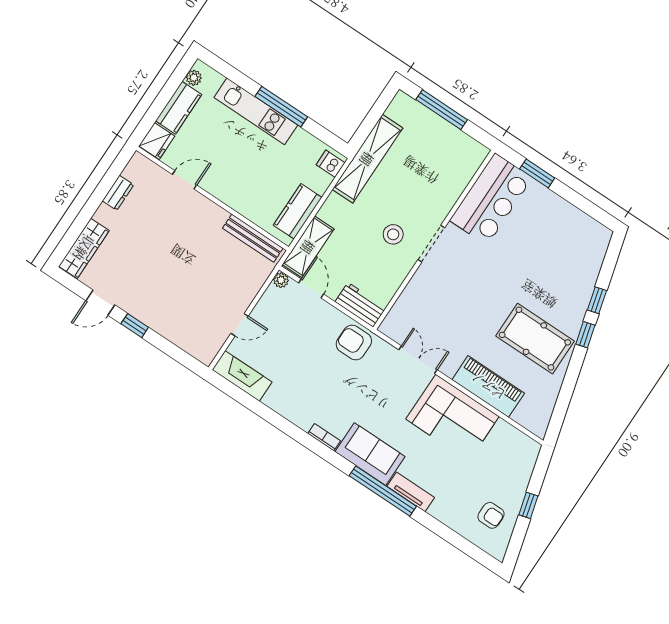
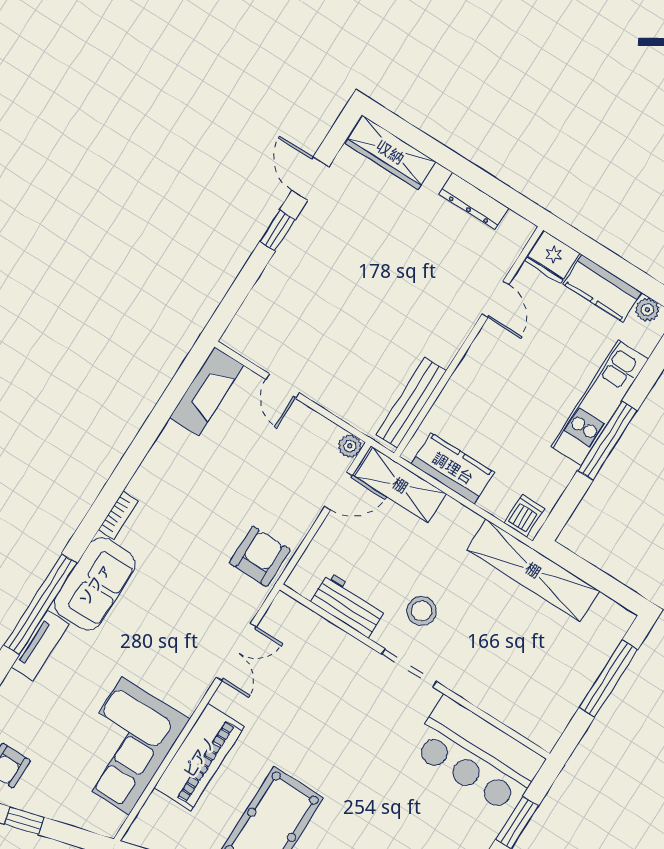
dresser: (118, 193) -> (474, 201), width x1.44
workbench: (361, 305) -> (349, 605), moved, turned -90
corner sofa: (452, 418) -> (126, 746), moved

